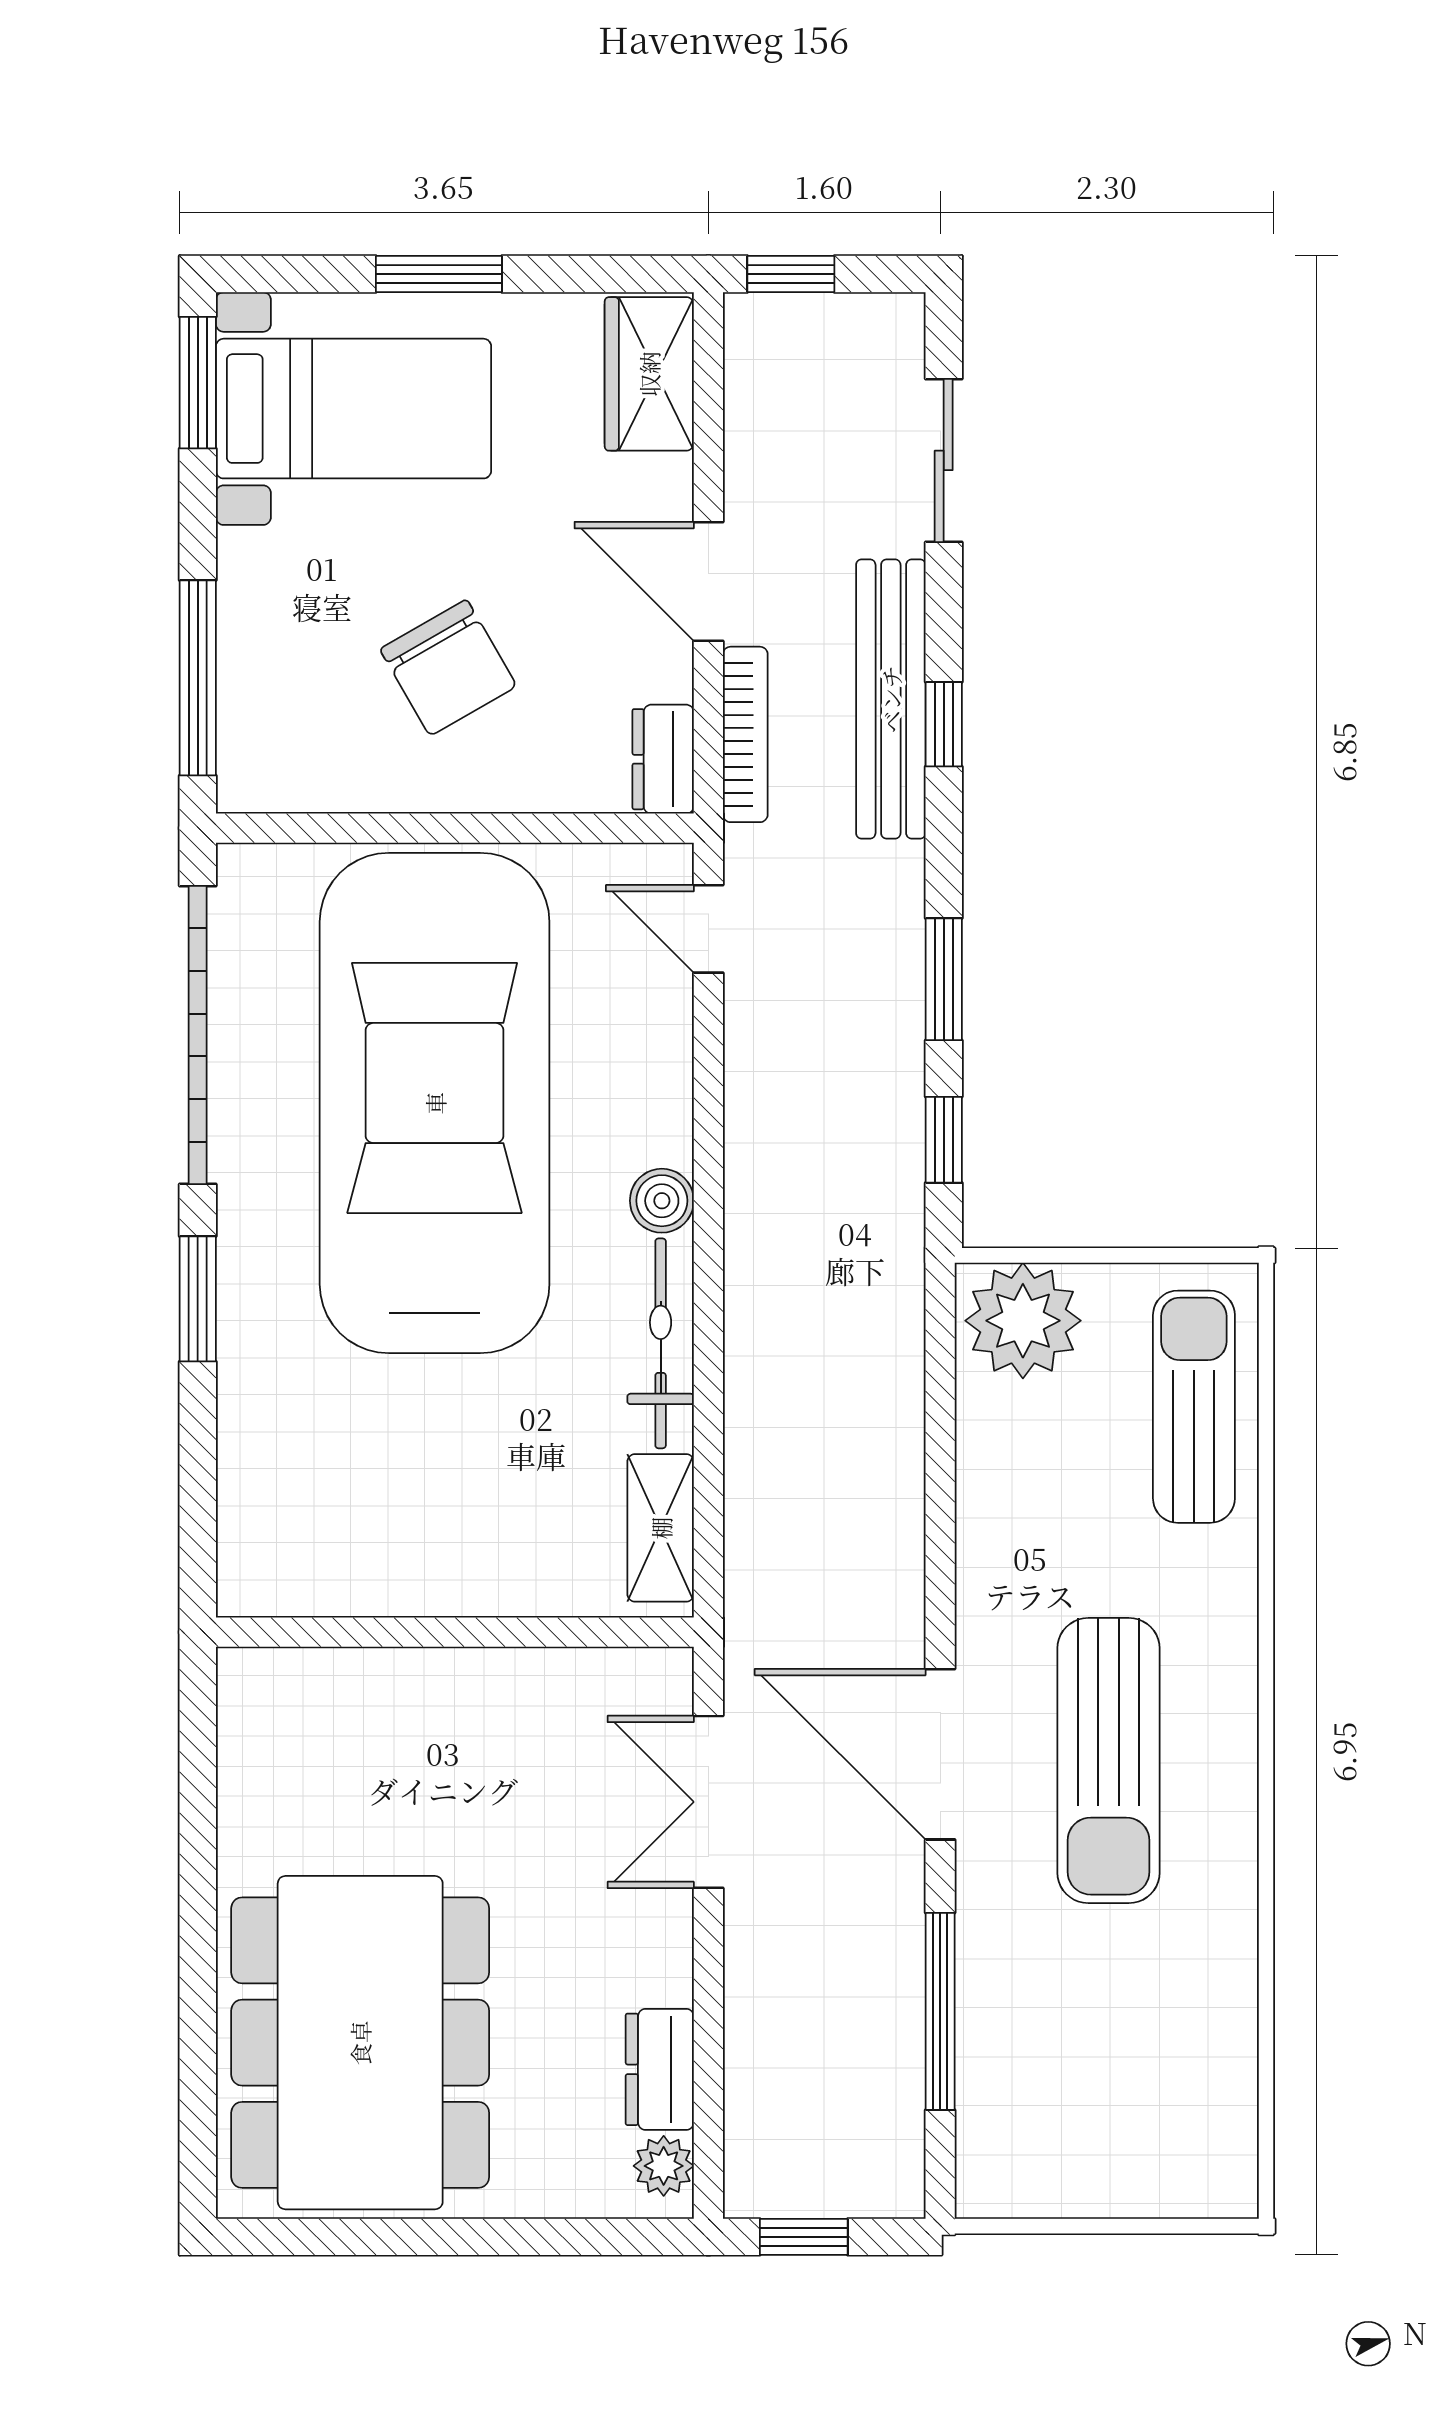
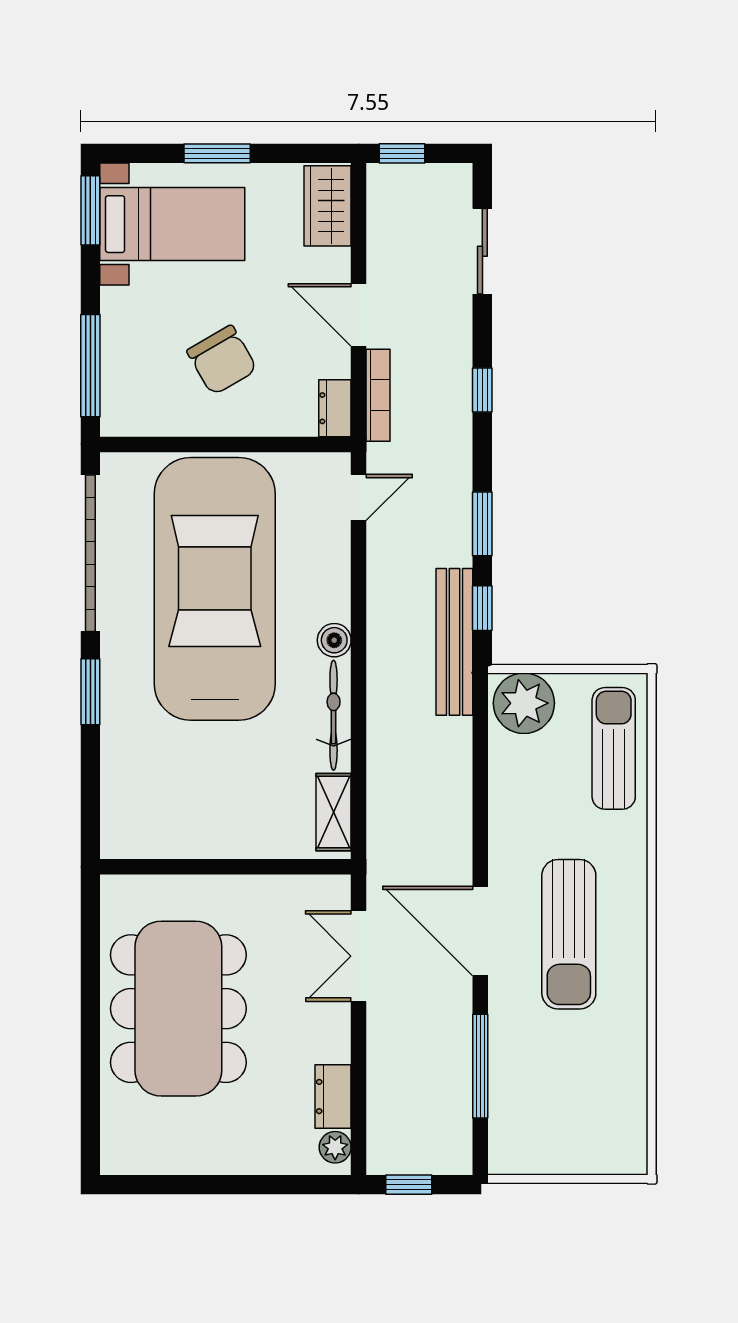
bench: (891, 699) -> (454, 642), moved
door: (708, 929) -> (359, 497), swing flipped
dining table: (360, 2043) -> (178, 1009), moved

